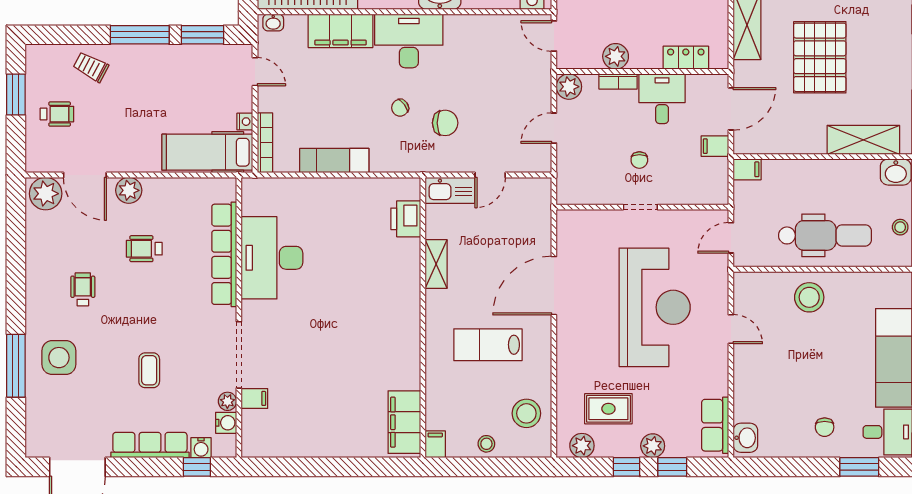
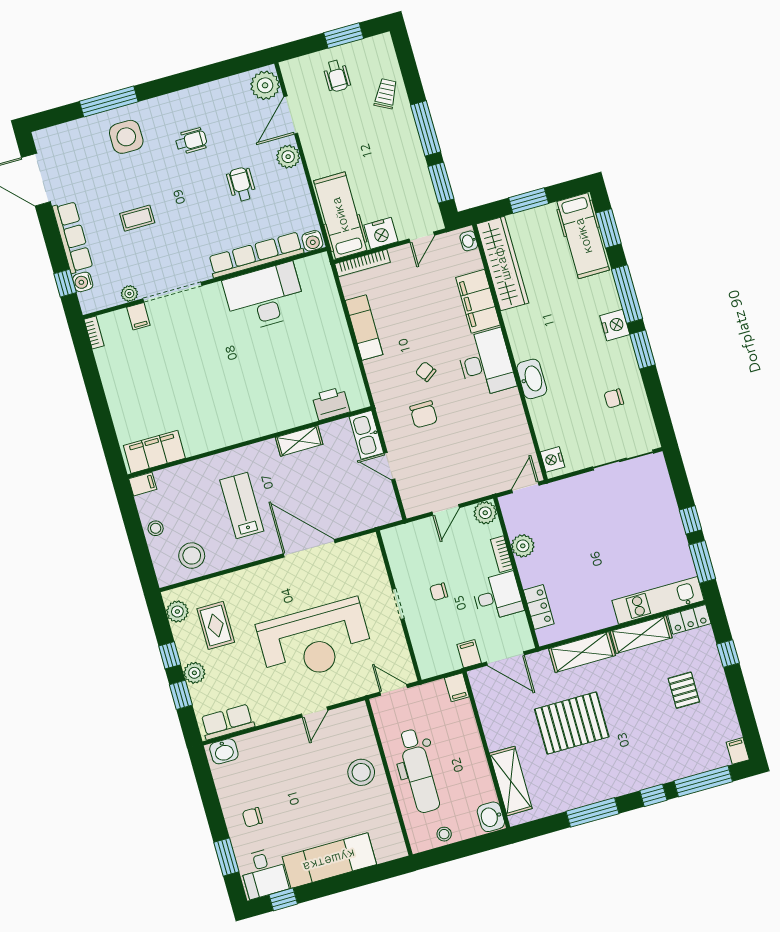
nightstand: (245, 122) -> (381, 233), width x1.89, depth x1.79
door: (554, 128) -> (446, 510), swing flipped
water cooler: (226, 423) -> (312, 241), moved
bookcase: (258, 451) -> (94, 333), added

